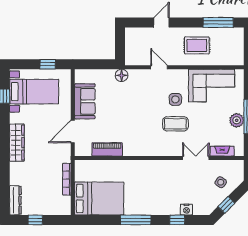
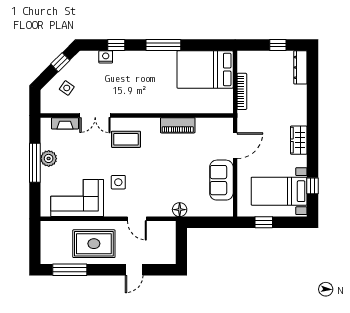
rug: (197, 45) -> (94, 244), width x1.36, depth x1.43
coffee table: (175, 124) -> (126, 139), moved
wardrobe: (17, 143) -> (299, 140), width x0.67
piano: (107, 149) -> (178, 125), moved

